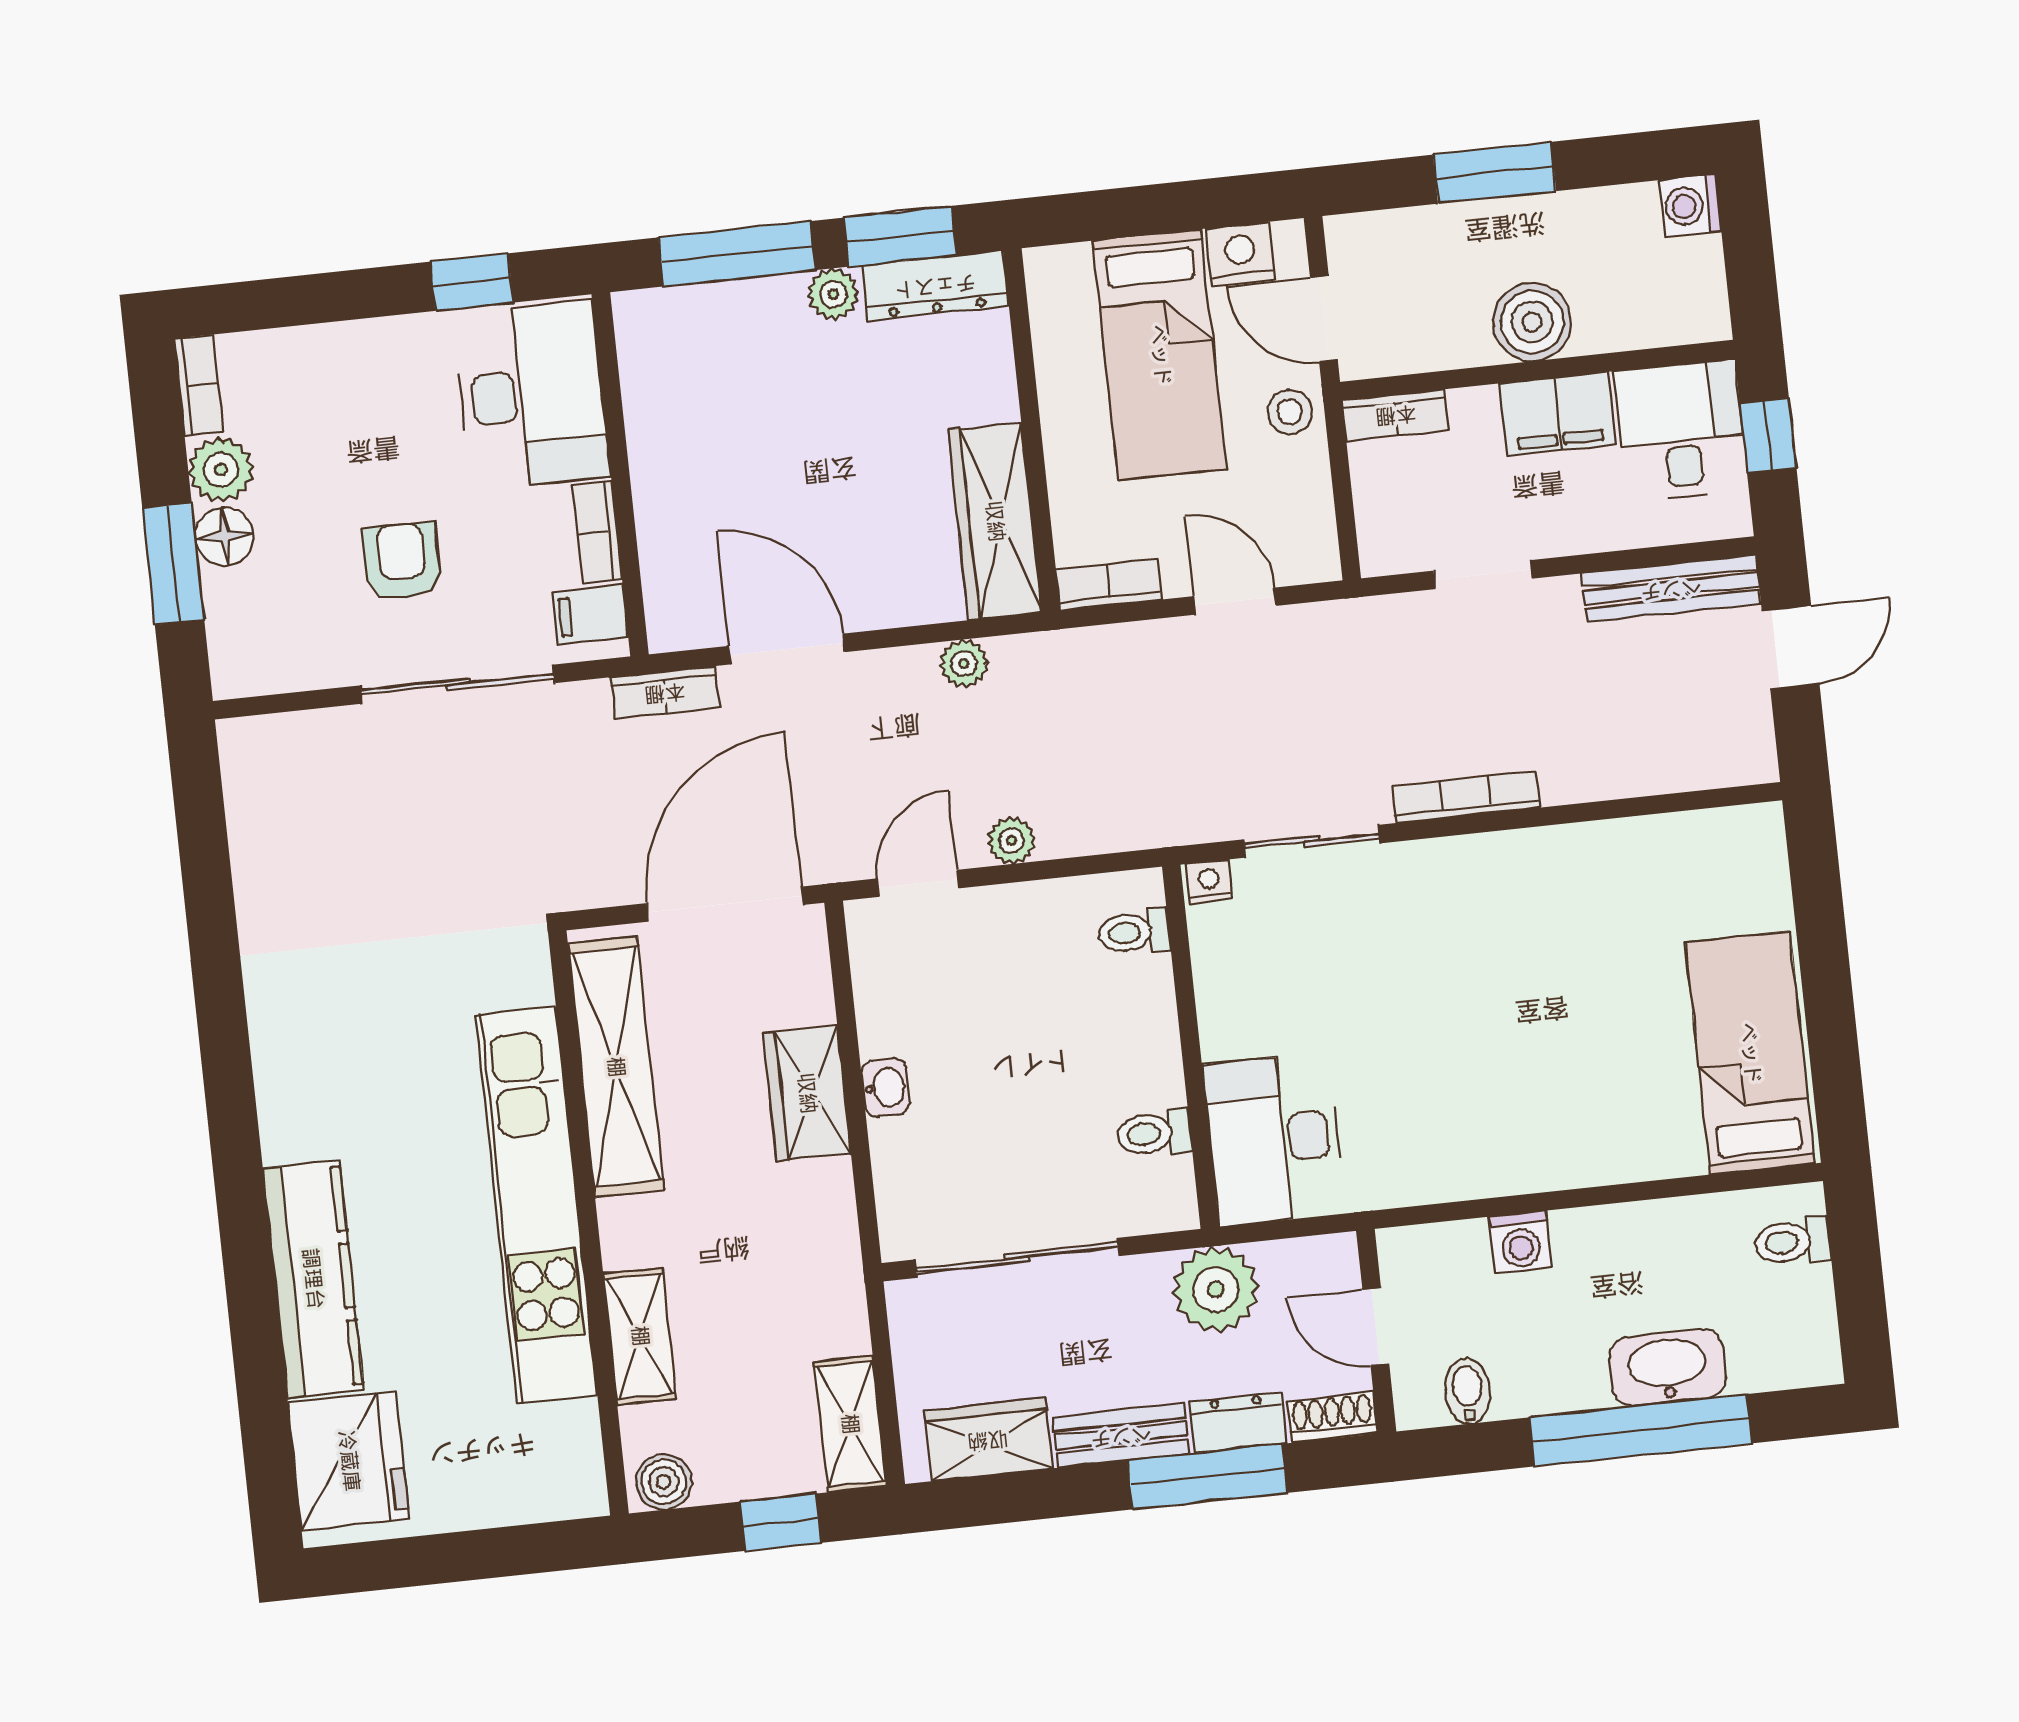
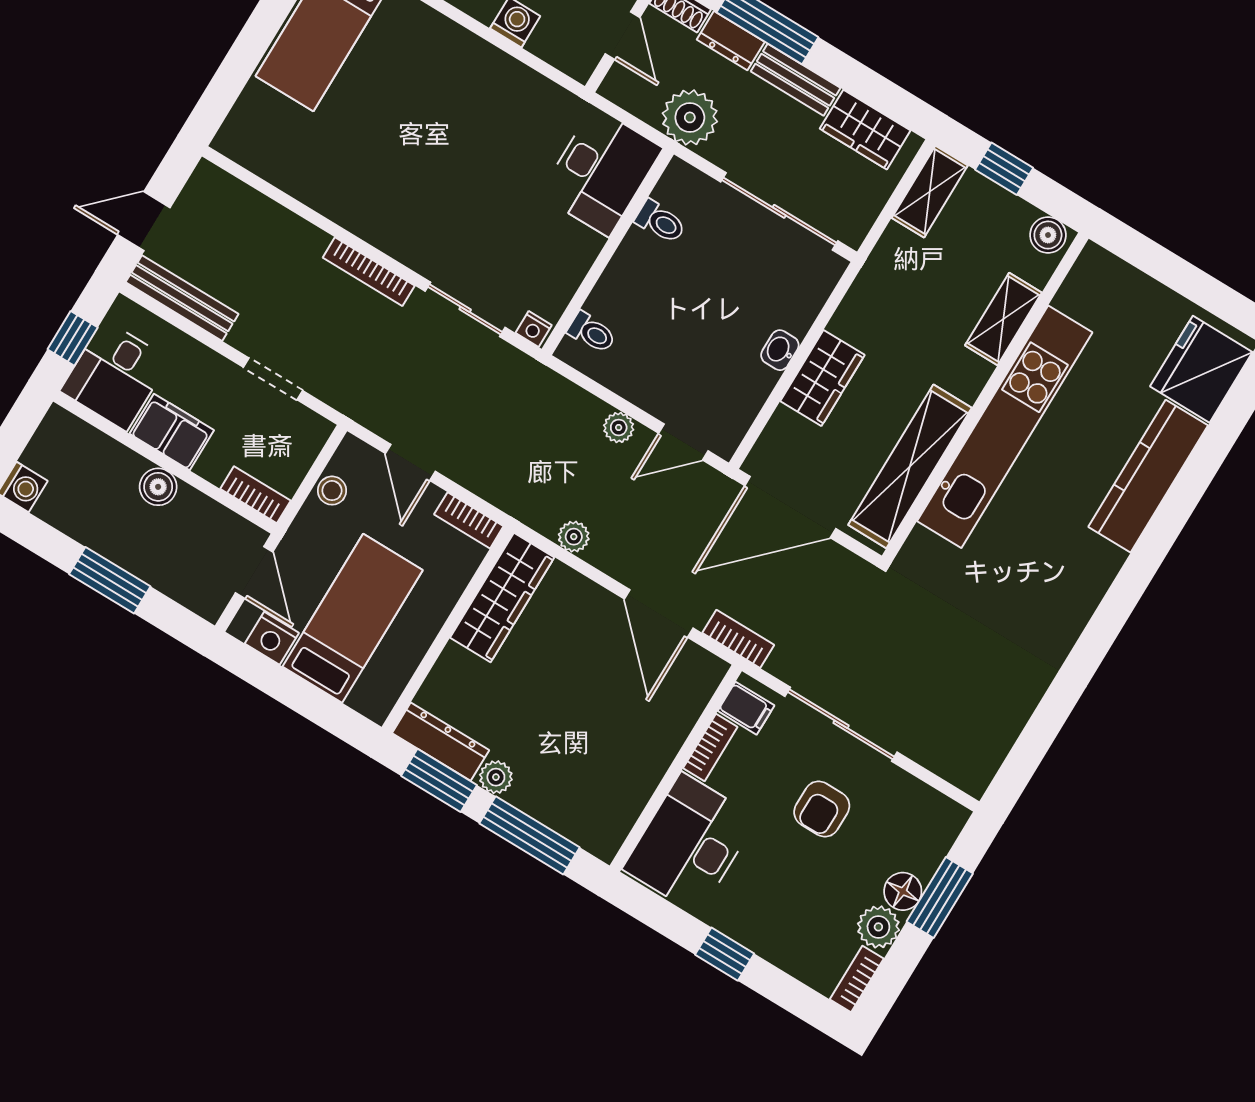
window: (472, 282) -> (725, 954), moved
boiler: (1532, 322) -> (158, 487), width x0.73, depth x0.73
stool: (1290, 412) -> (332, 491), moved

